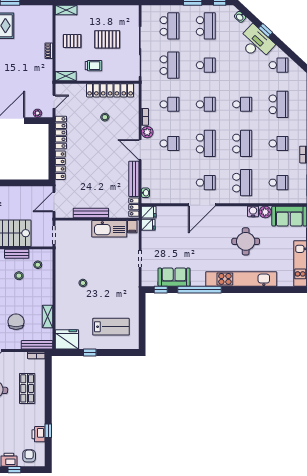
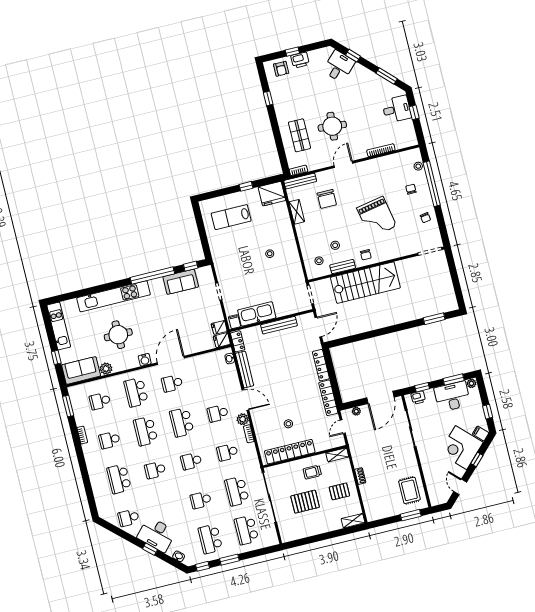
water cooler: (253, 211) -> (145, 360), moved
printer: (38, 434) -> (277, 93), removed

